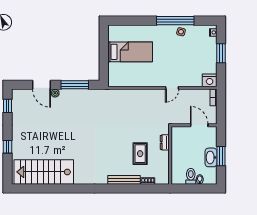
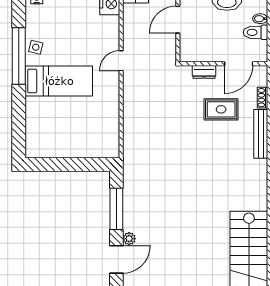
bed: (130, 52) -> (59, 81), moved, turned 90
door: (172, 88) -> (121, 61), swing flipped
door: (170, 165) -> (239, 64), added

